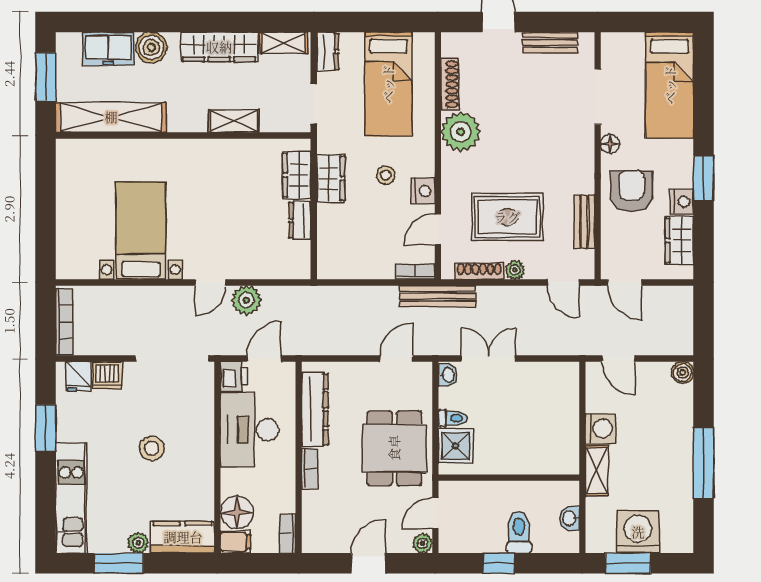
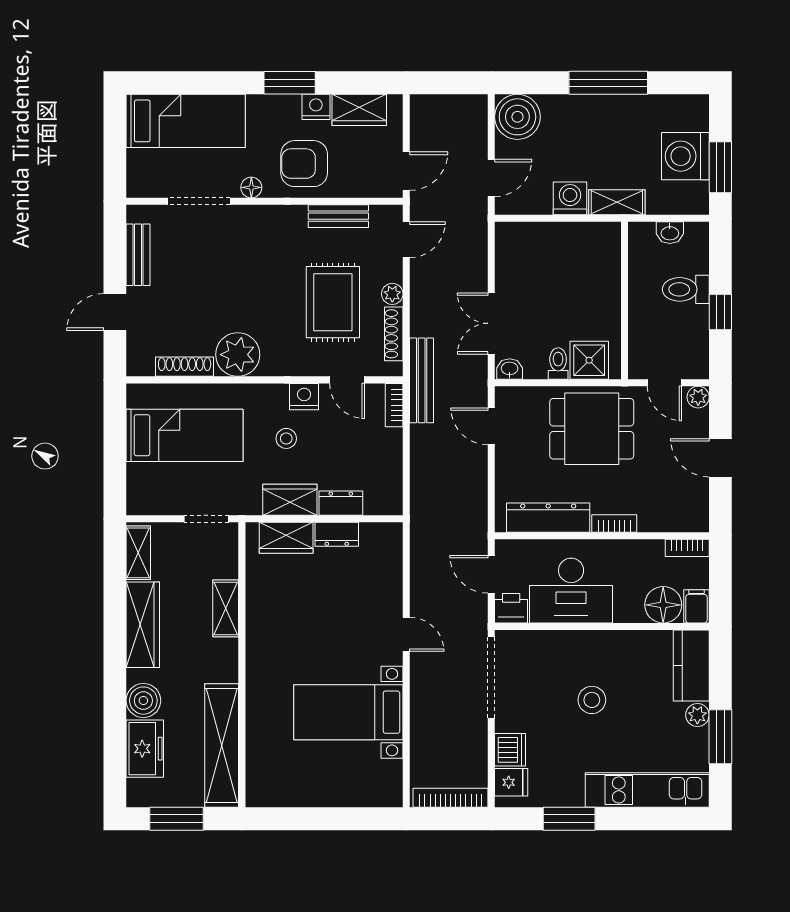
dresser: (328, 52) -> (341, 503), moved
plant: (246, 300) -> (426, 594), removed
boiler: (683, 372) -> (517, 117), width x1.86, depth x1.86

